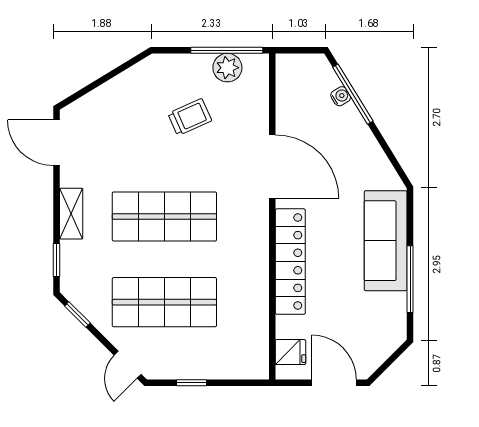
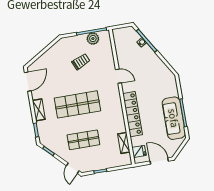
door: (57, 143) -> (28, 82), swing flipped
door: (272, 166) -> (118, 76), width x0.53
sofa: (386, 241) -> (174, 118), moved
shop shelf: (164, 302) -> (83, 140), width x0.70, depth x0.74
shelving: (258, 326) -> (124, 143), added

